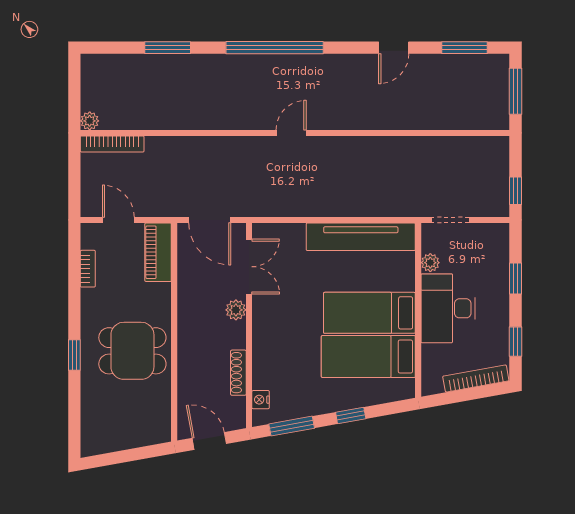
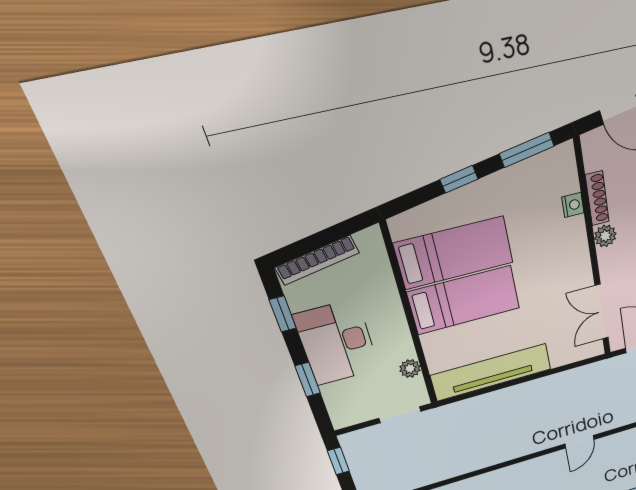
desk: (448, 308) -> (337, 343), moved, turned 180
plant: (236, 310) -> (605, 236), moved
nightstand: (261, 400) -> (573, 205), moved

